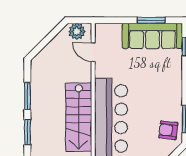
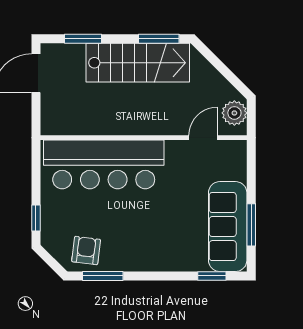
window: (27, 96) -> (159, 39), moved
stairs: (79, 117) -> (138, 63), moved, turned 180

